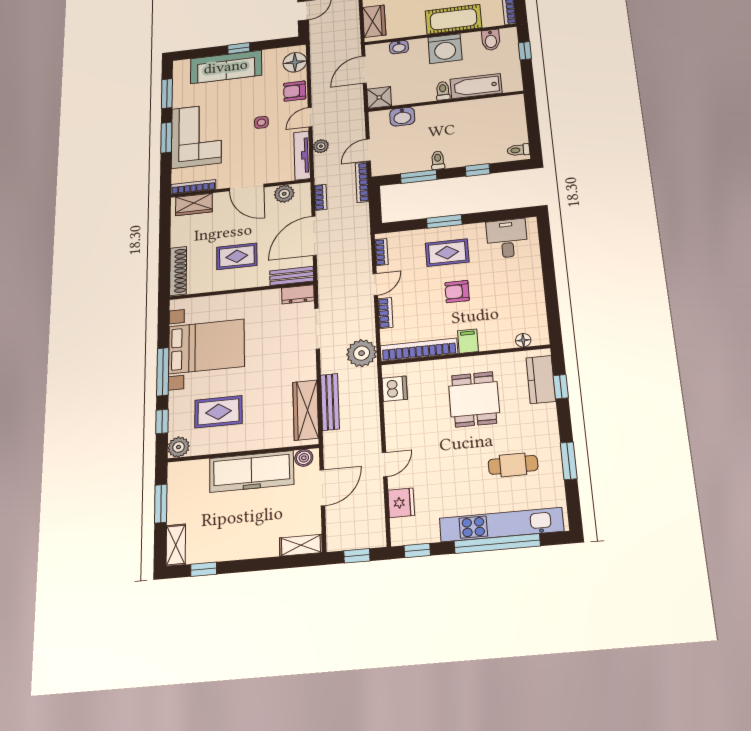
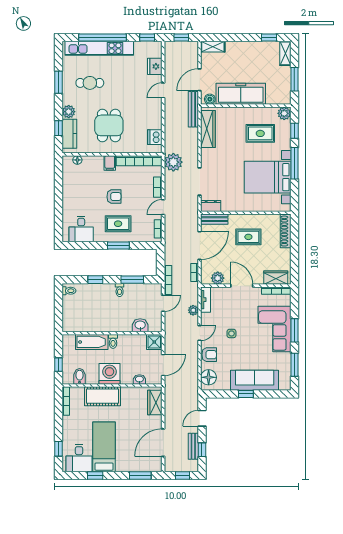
tv unit: (302, 155) -> (206, 300), width x0.71
bench: (330, 402) -> (193, 109), moved
plant: (546, 415) -> (69, 112), added

